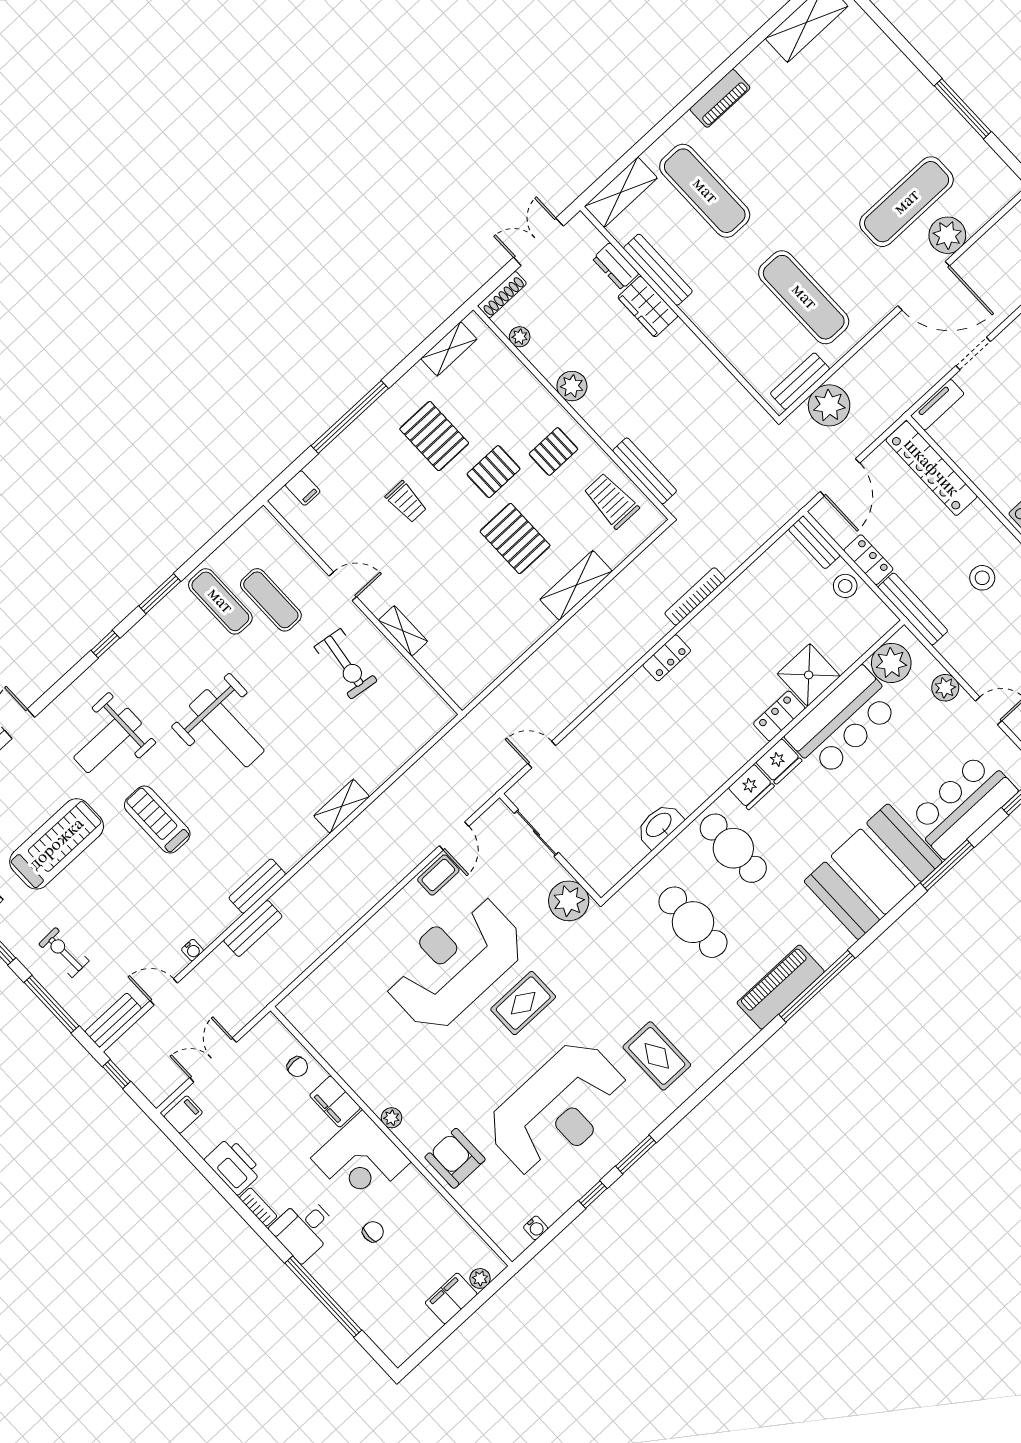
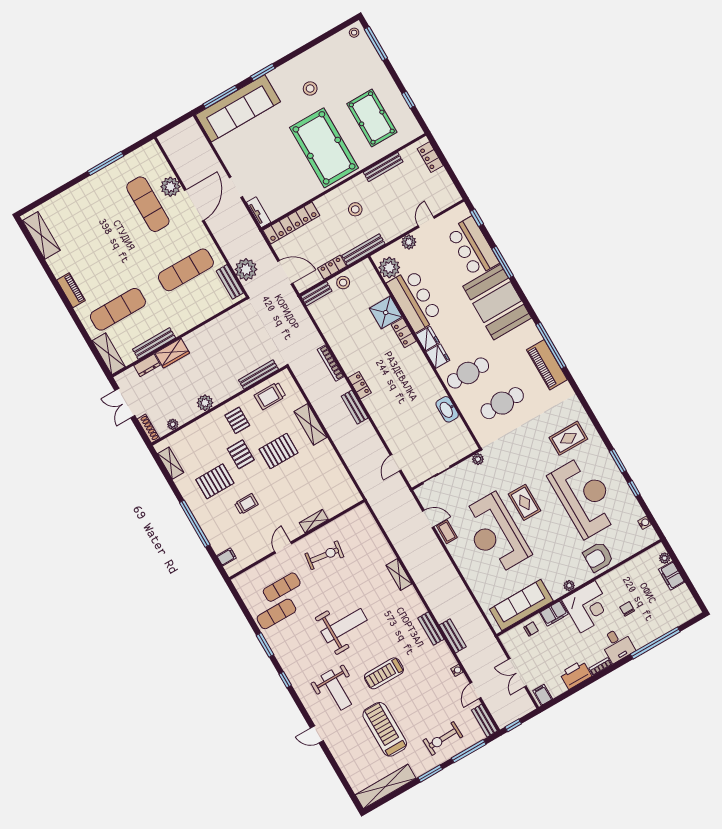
bench: (625, 658) -> (355, 407), added
plant: (569, 901) -> (478, 459), width x0.53, depth x0.53
exercise bike: (64, 952) -> (443, 738), width x1.38, depth x1.39
sofa: (337, 1039) -> (521, 605), added

